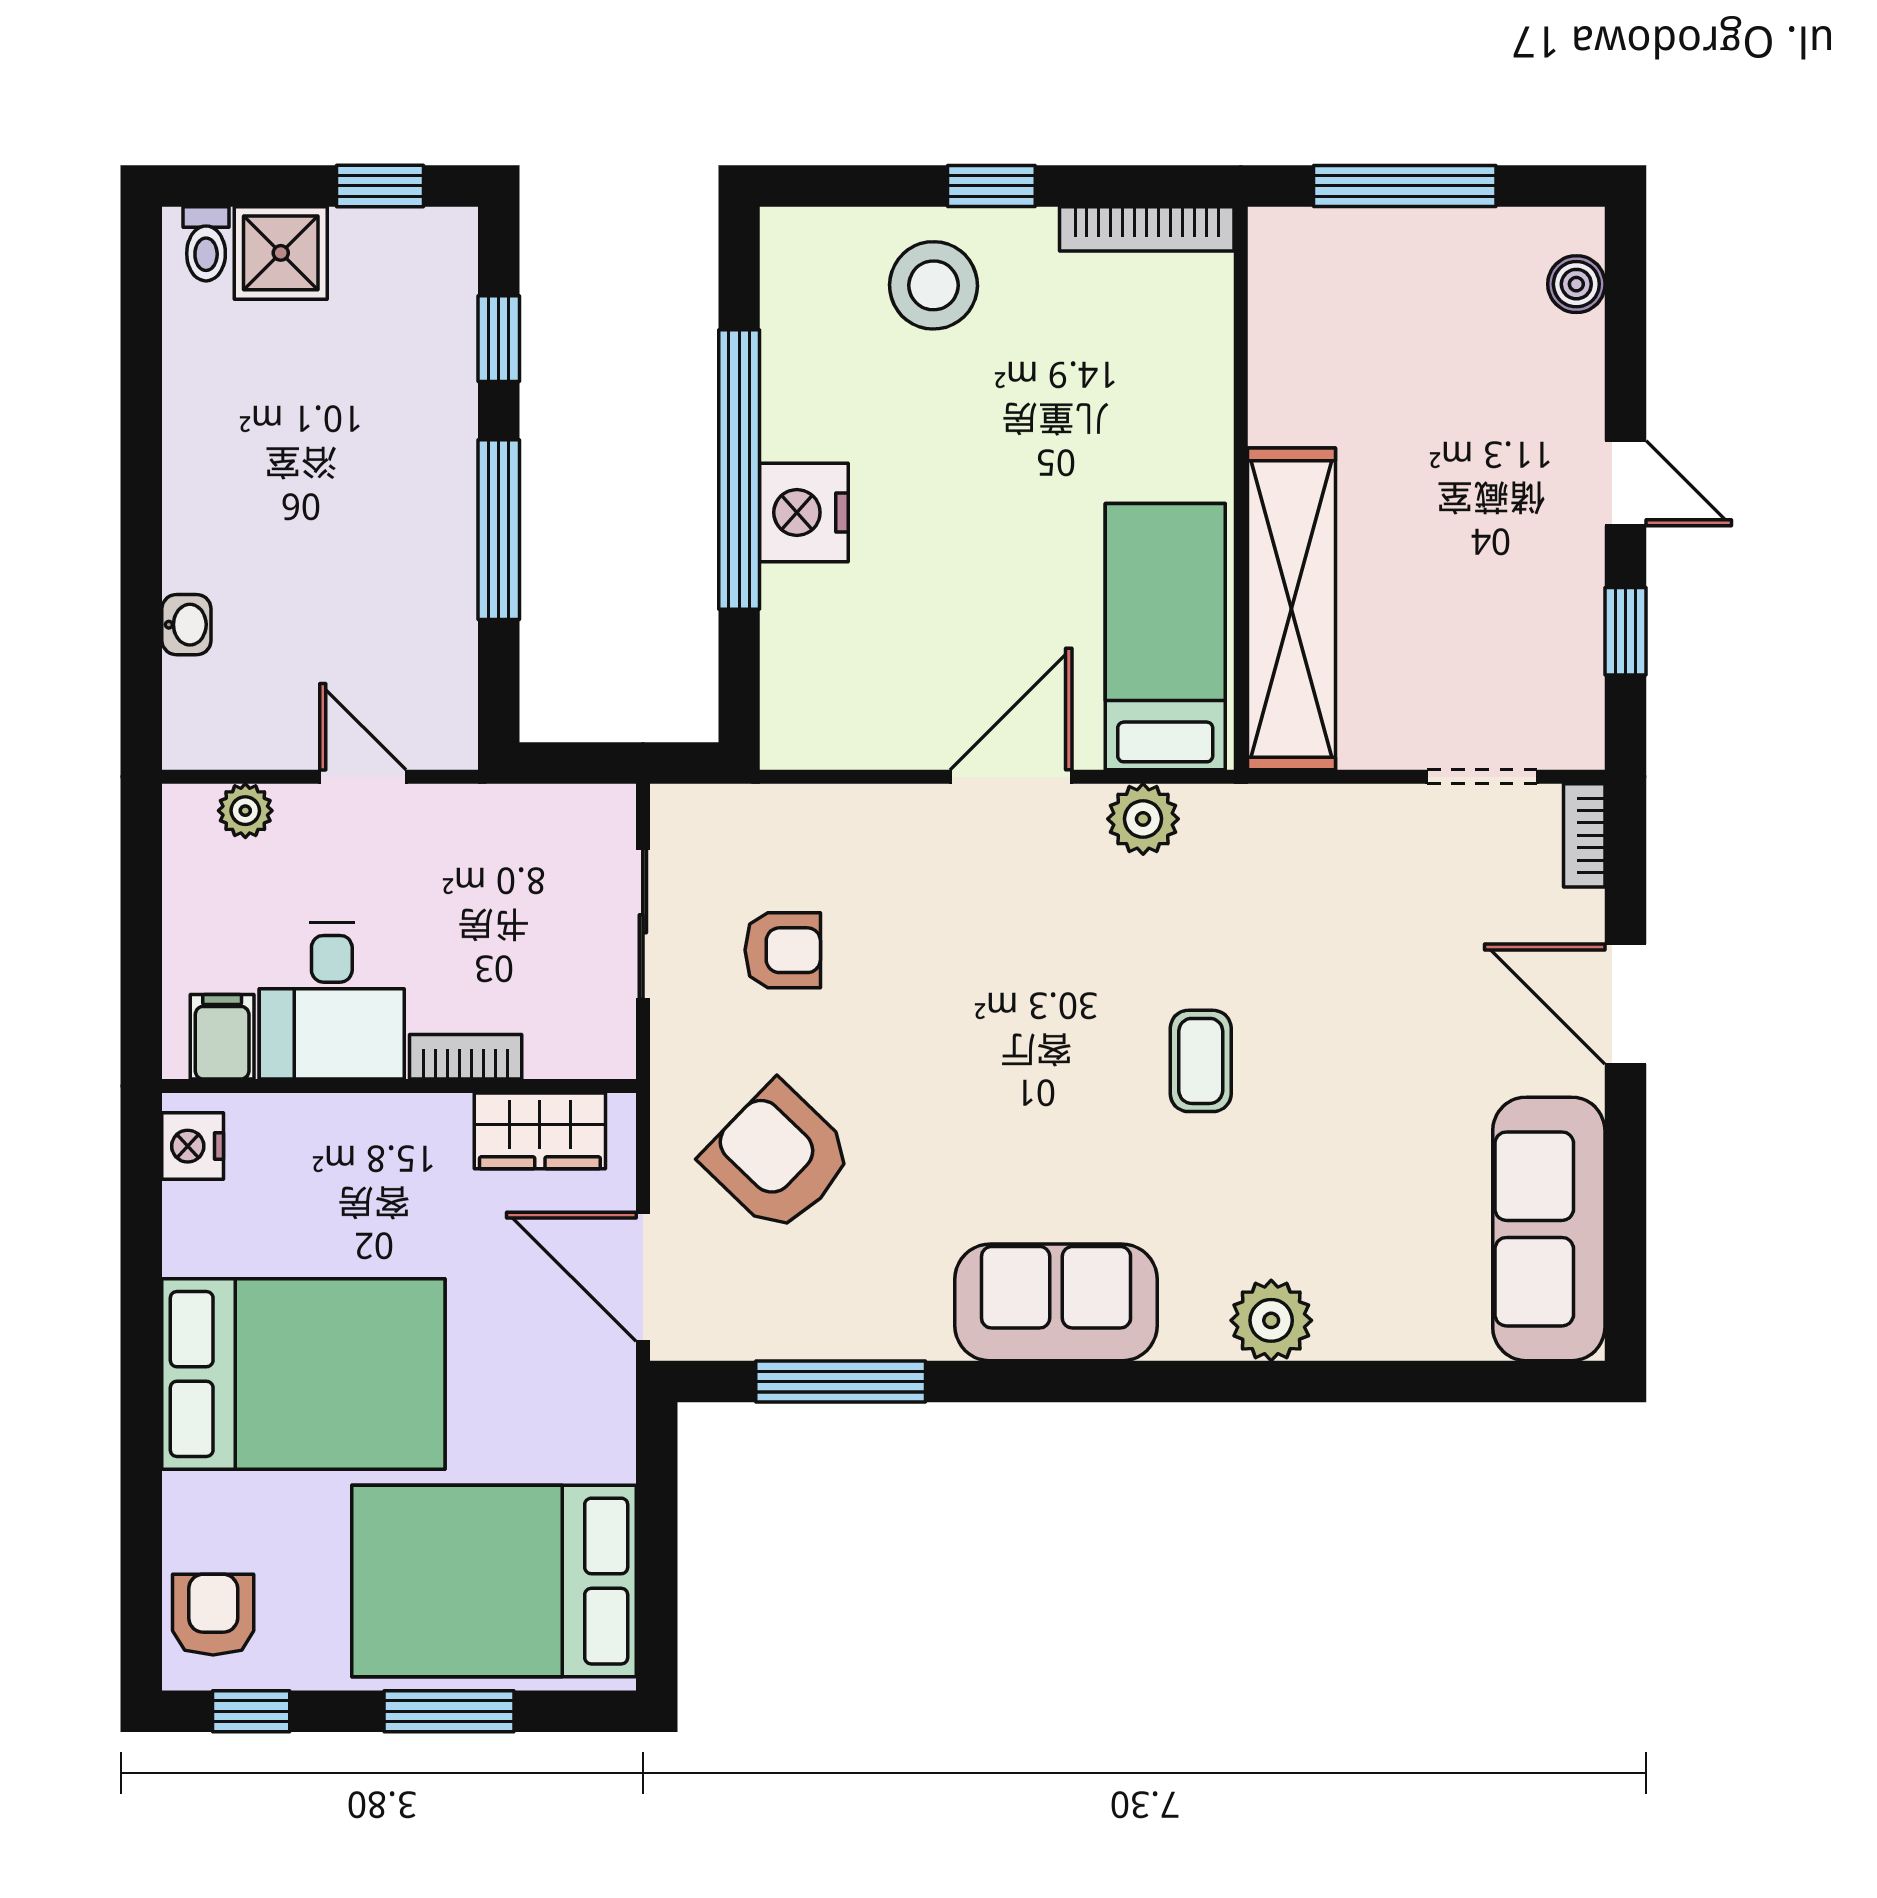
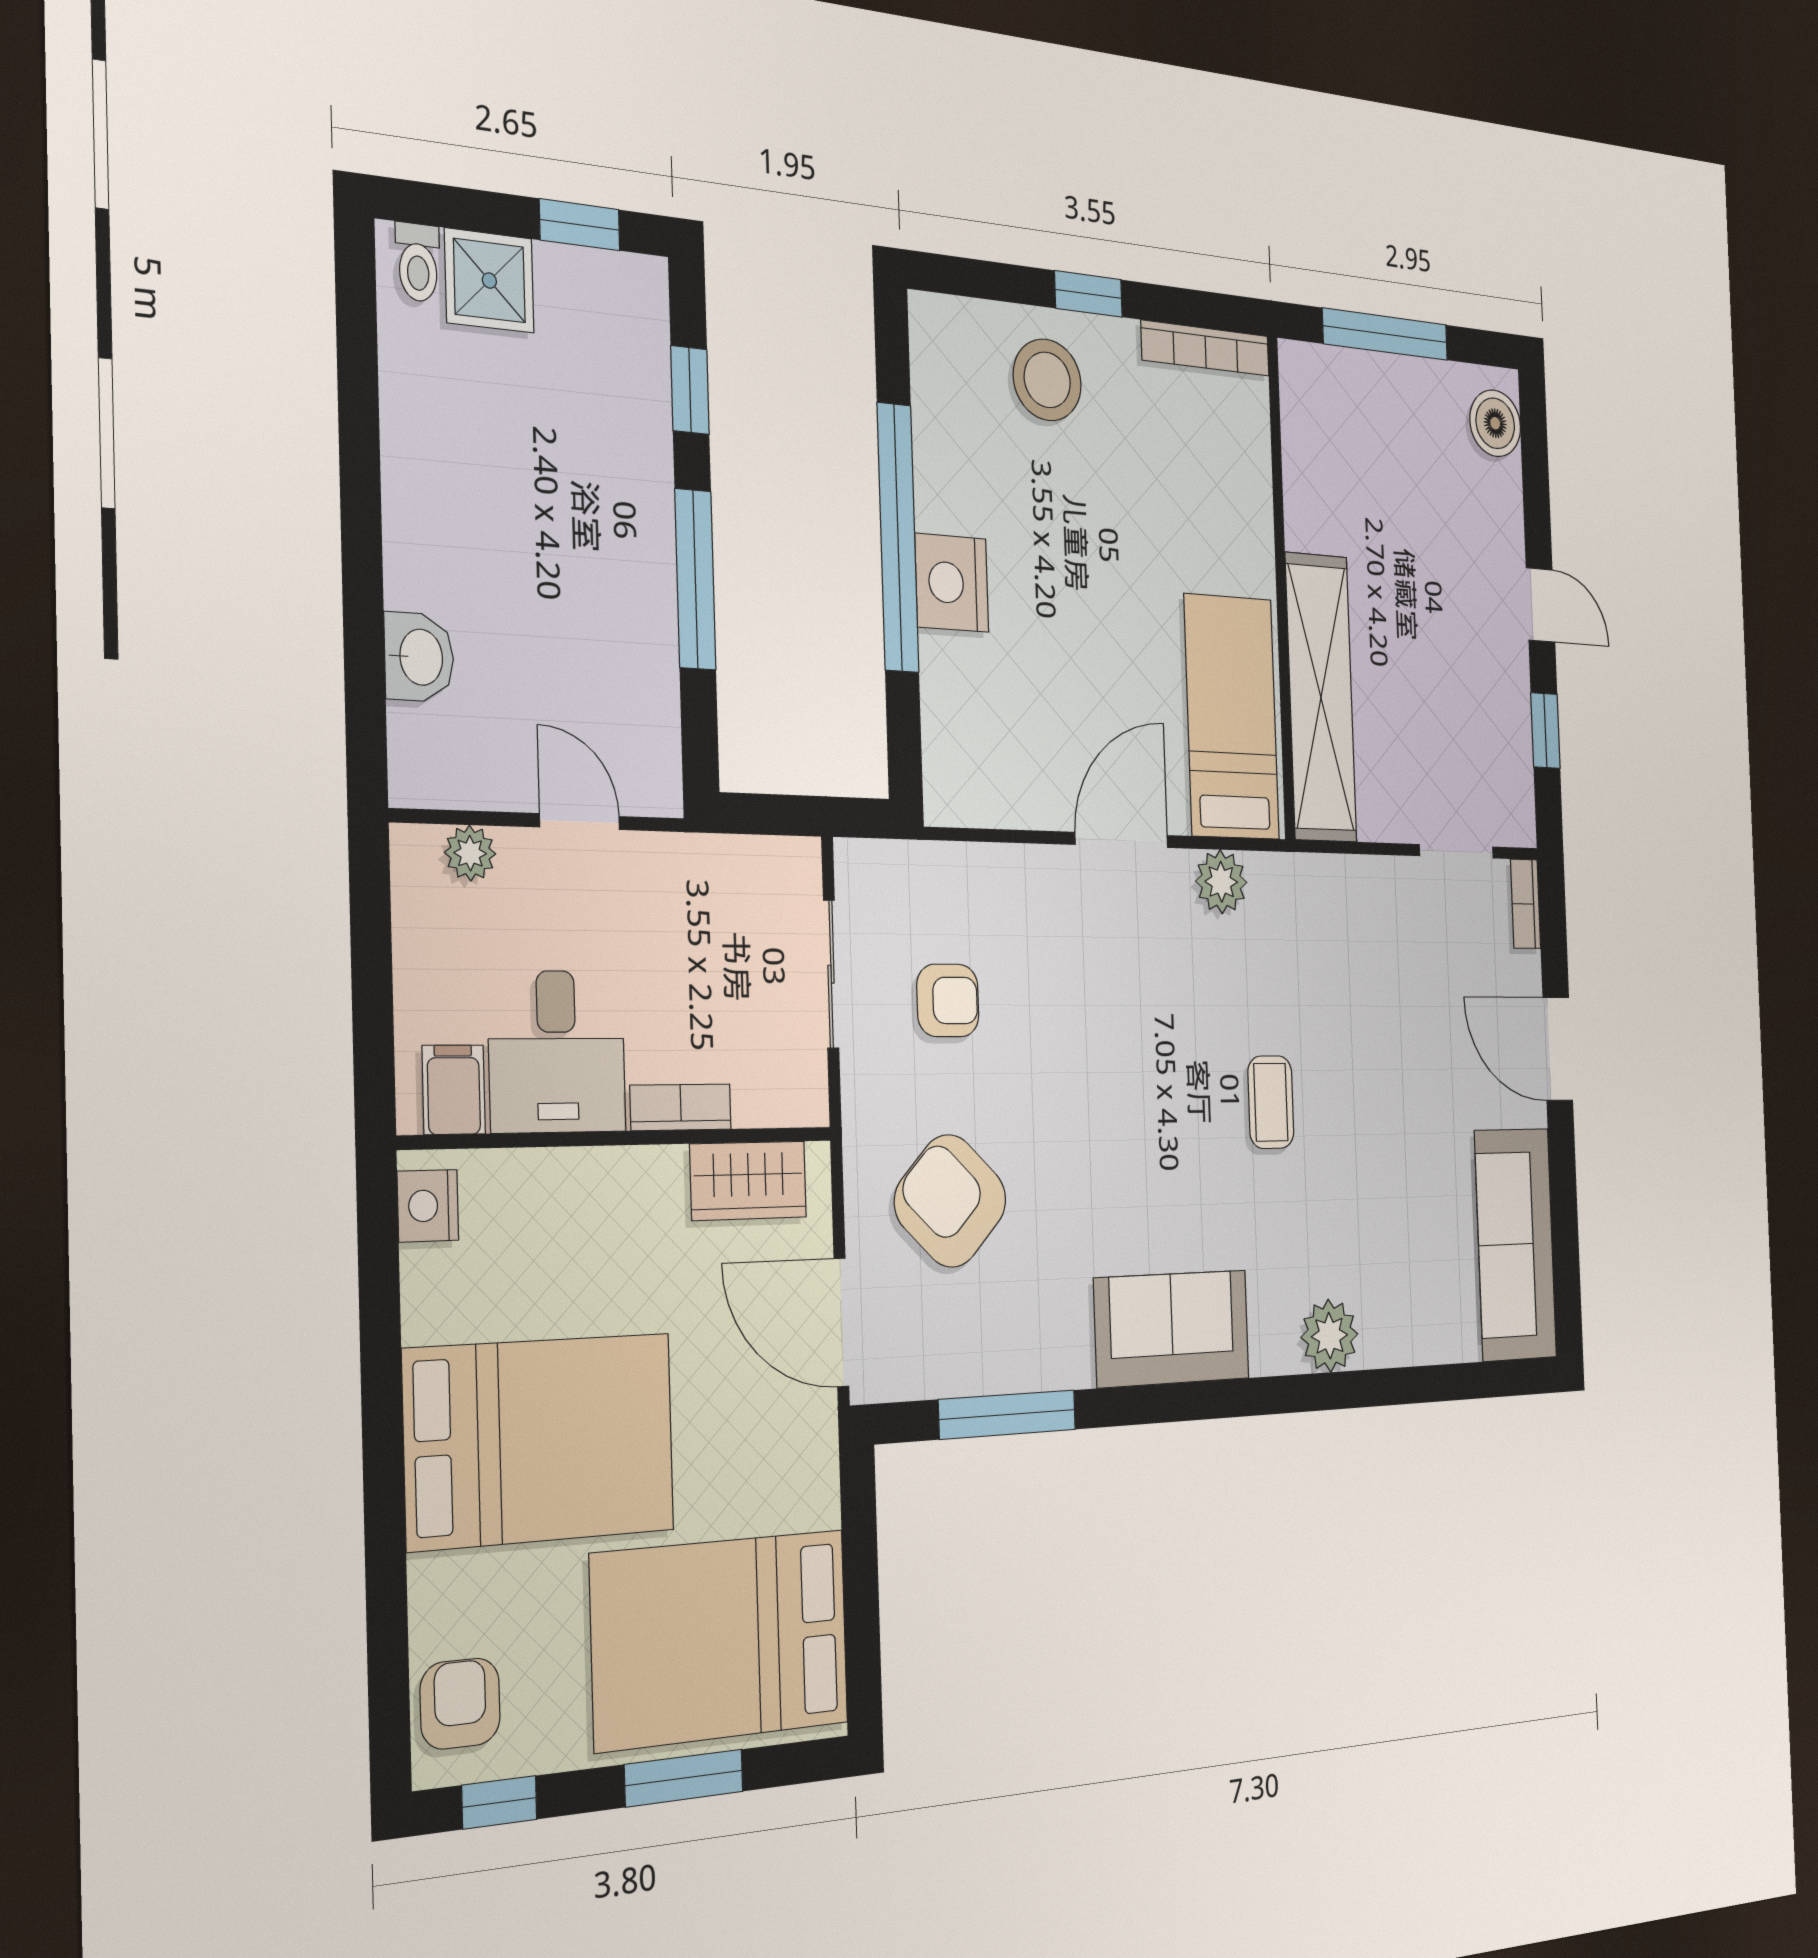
boiler: (1576, 284) -> (1495, 423), width x1.36, depth x1.36
washbasin: (186, 625) -> (419, 657), width x1.38, depth x1.45

